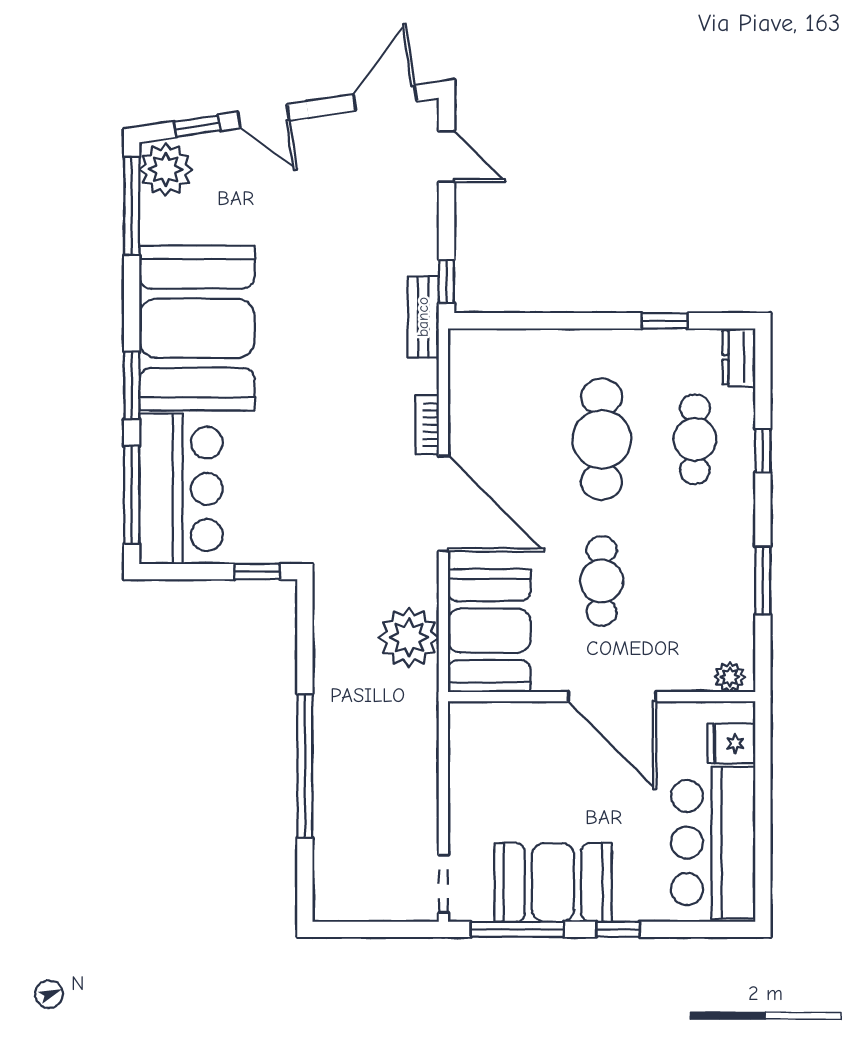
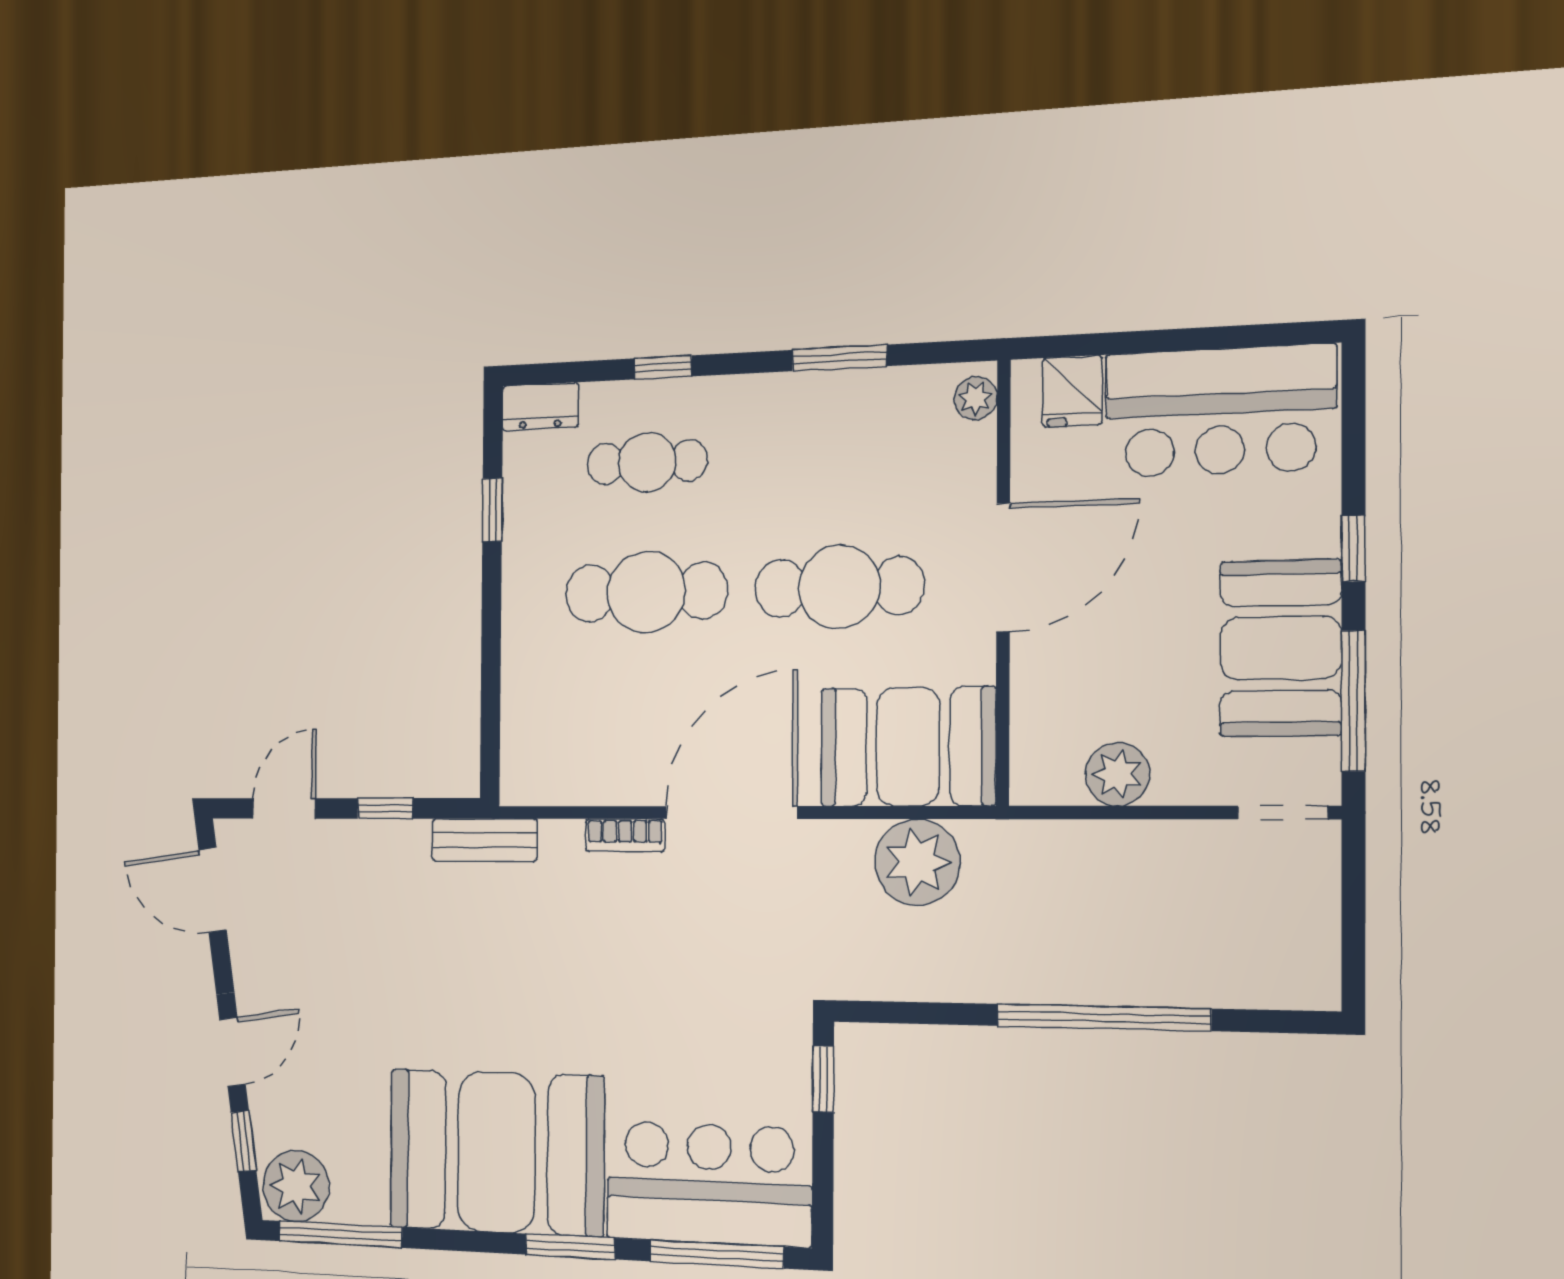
window: (446, 281) -> (385, 808), moved
cafe table: (602, 581) -> (839, 587), width x1.37, depth x1.35
plant: (469, 775) -> (1117, 774), added

